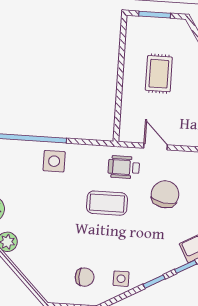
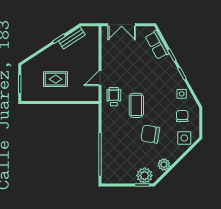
side table: (54, 161) -> (184, 138), moved
wheelchair: (124, 167) -> (114, 97), turned 180
chair: (165, 194) -> (150, 134), moved

